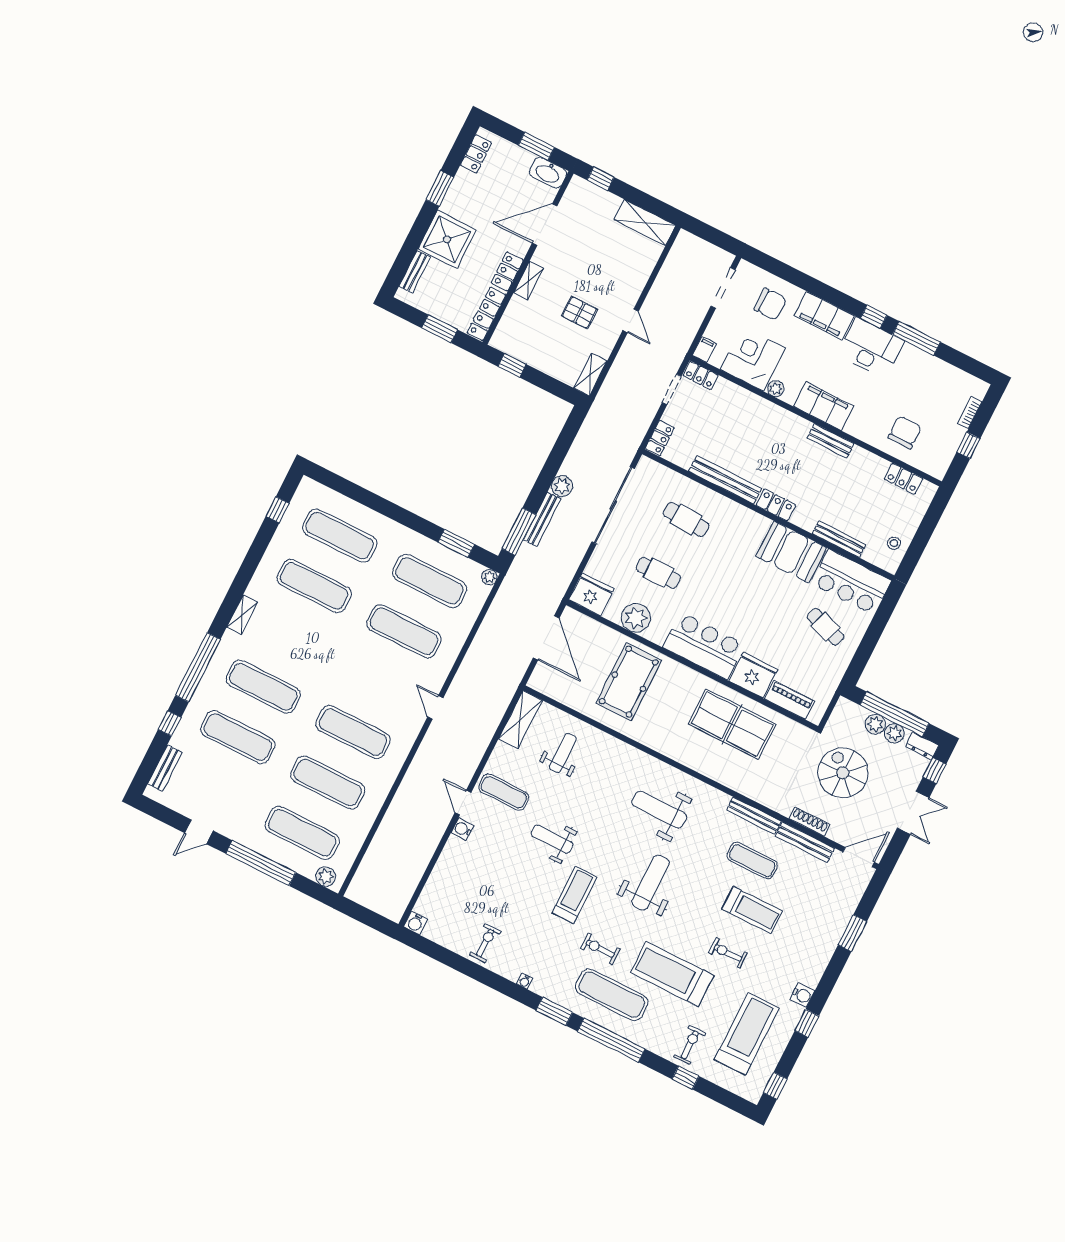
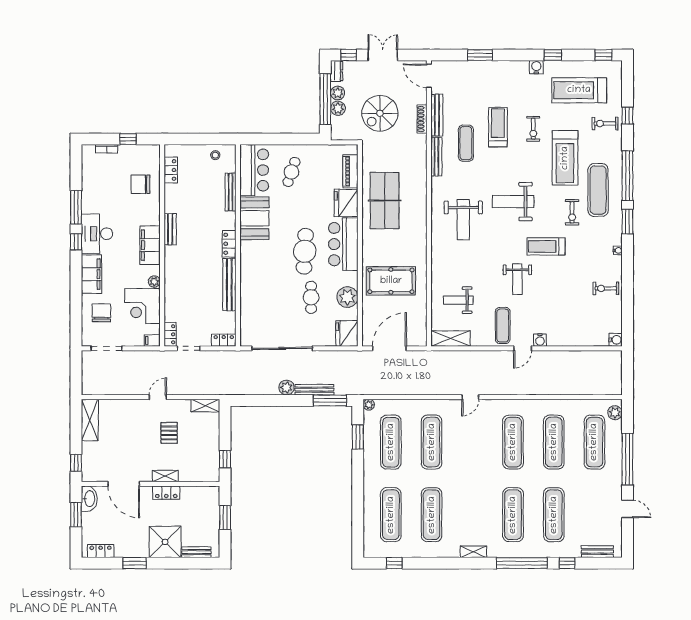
locker: (486, 314) -> (200, 492), removed
cafe table: (686, 519) -> (305, 251), moved, width x1.37, depth x1.35

